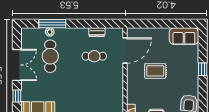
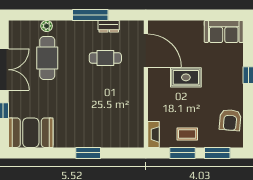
window: (52, 24) -> (90, 15), moved
door: (125, 51) -> (146, 51), hinge flipped

